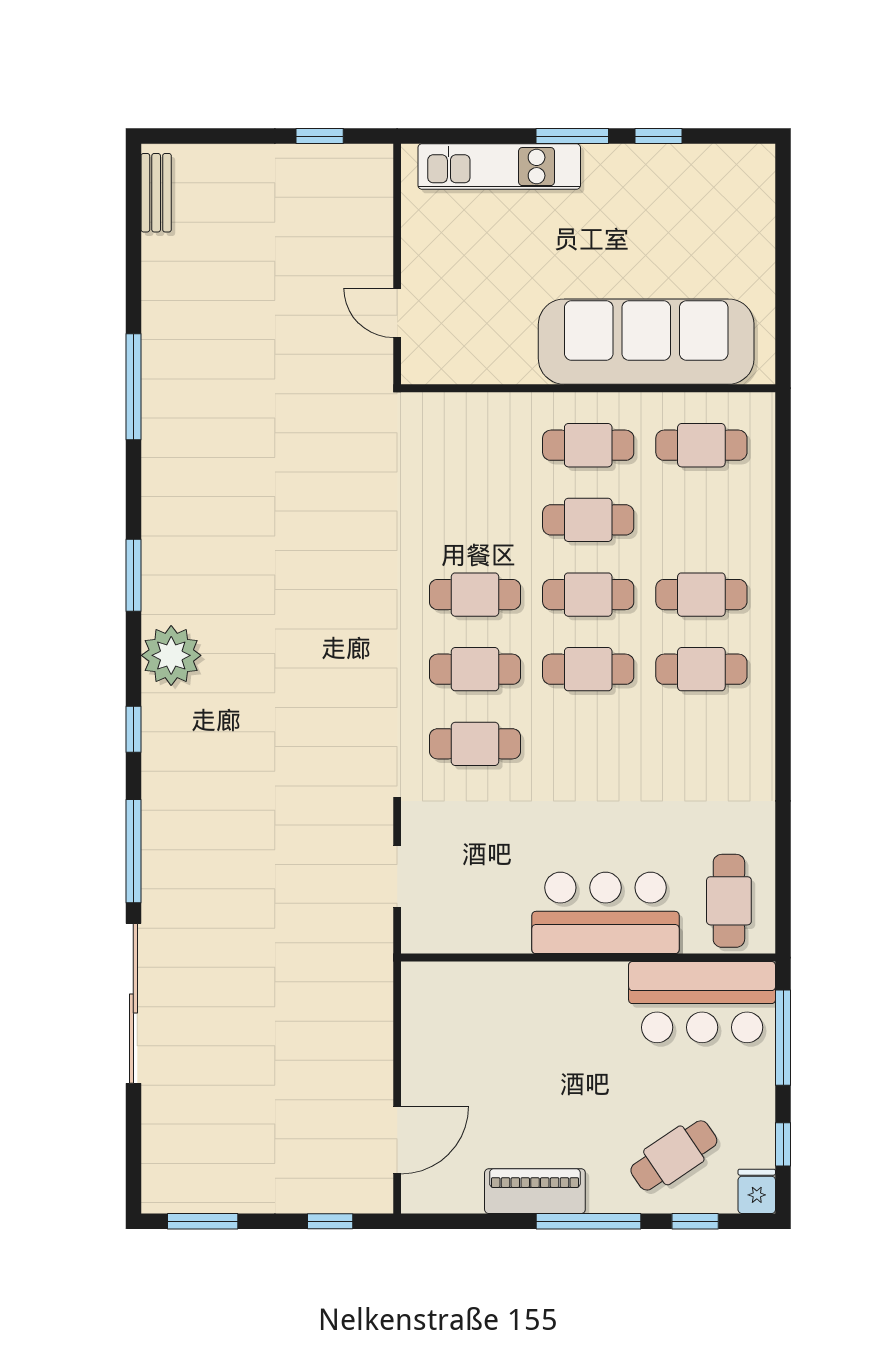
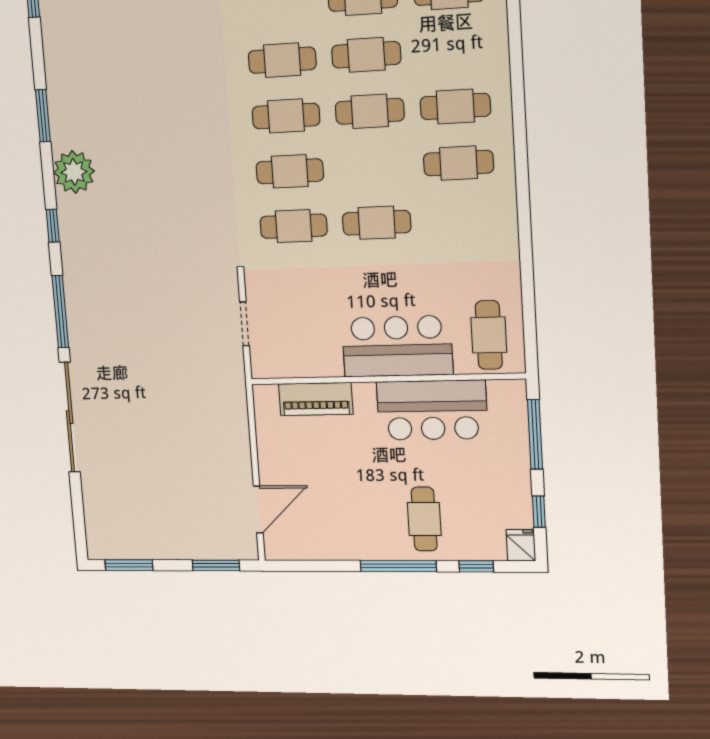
cafe table: (475, 520) -> (282, 60), added
cafe table: (588, 669) -> (377, 223), moved
bar counter: (702, 1002) -> (432, 410), moved
cafe table: (674, 1155) -> (424, 519), moved, turned -56
piano: (535, 1191) -> (316, 399), moved, turned 180
window: (330, 1221) -> (216, 565), width x1.50

